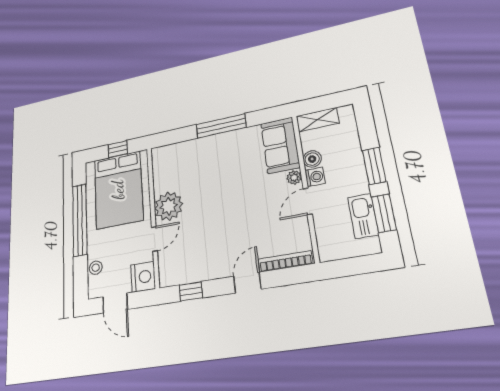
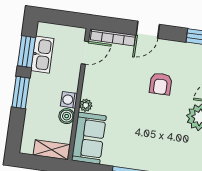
door: (308, 201) -> (85, 53), moved
armchair: (218, 227) -> (161, 84), added

